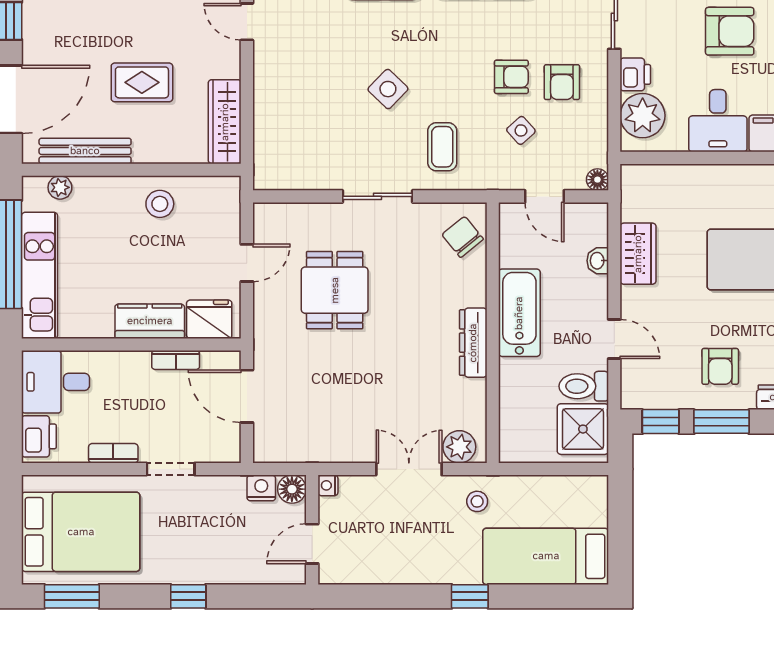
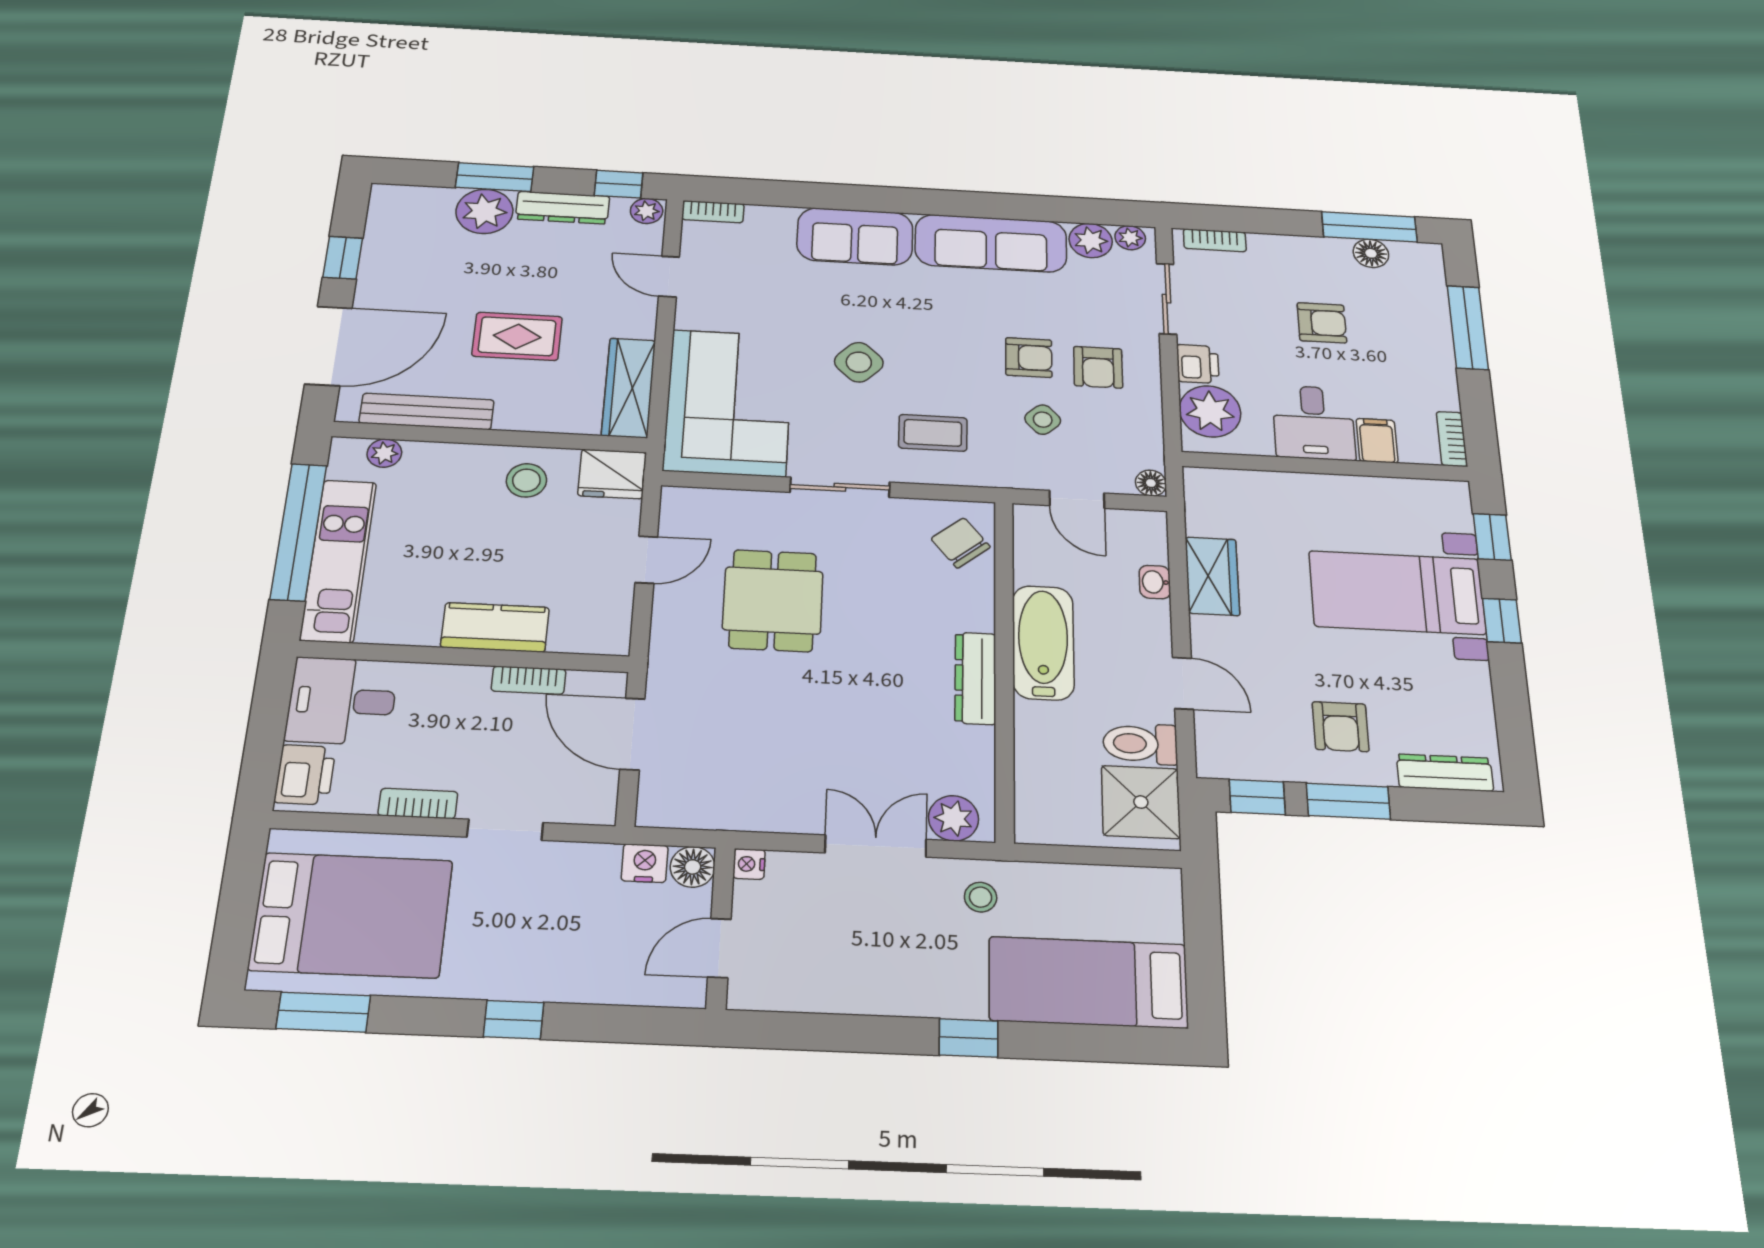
armchair: (730, 31) -> (1322, 323), width x0.72, depth x0.72
corner sofa: (296, 130) -> (728, 402), added
coffee table: (442, 147) -> (933, 433), turned 90
fridge: (209, 319) -> (612, 474), moved, turned 180

